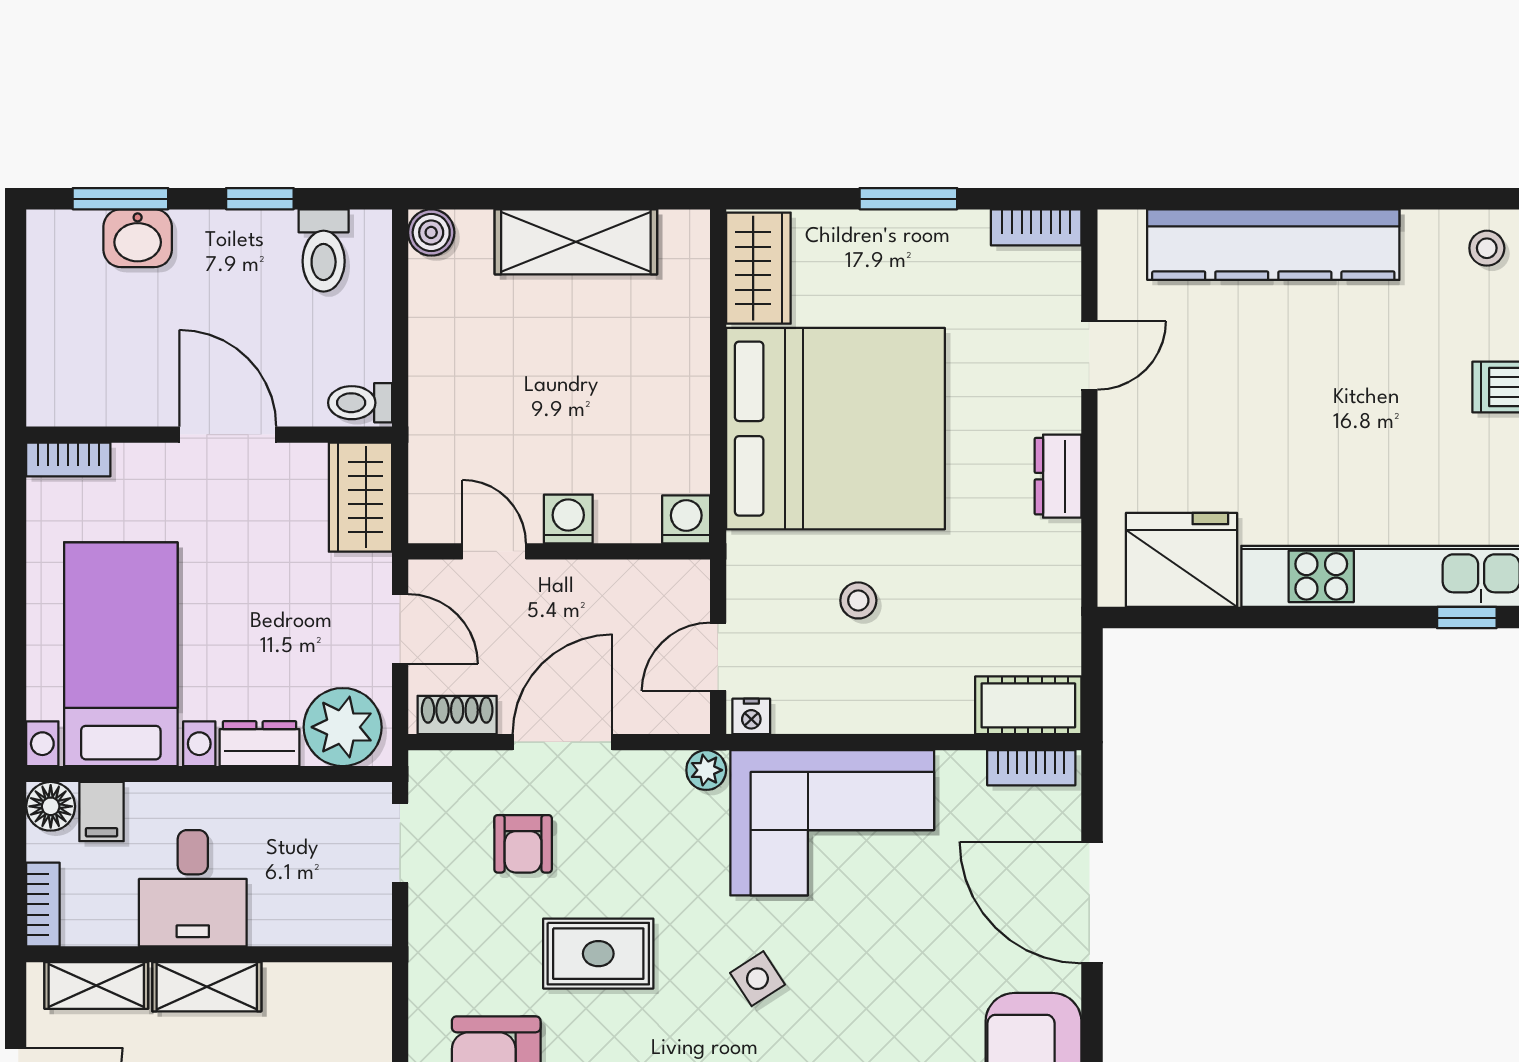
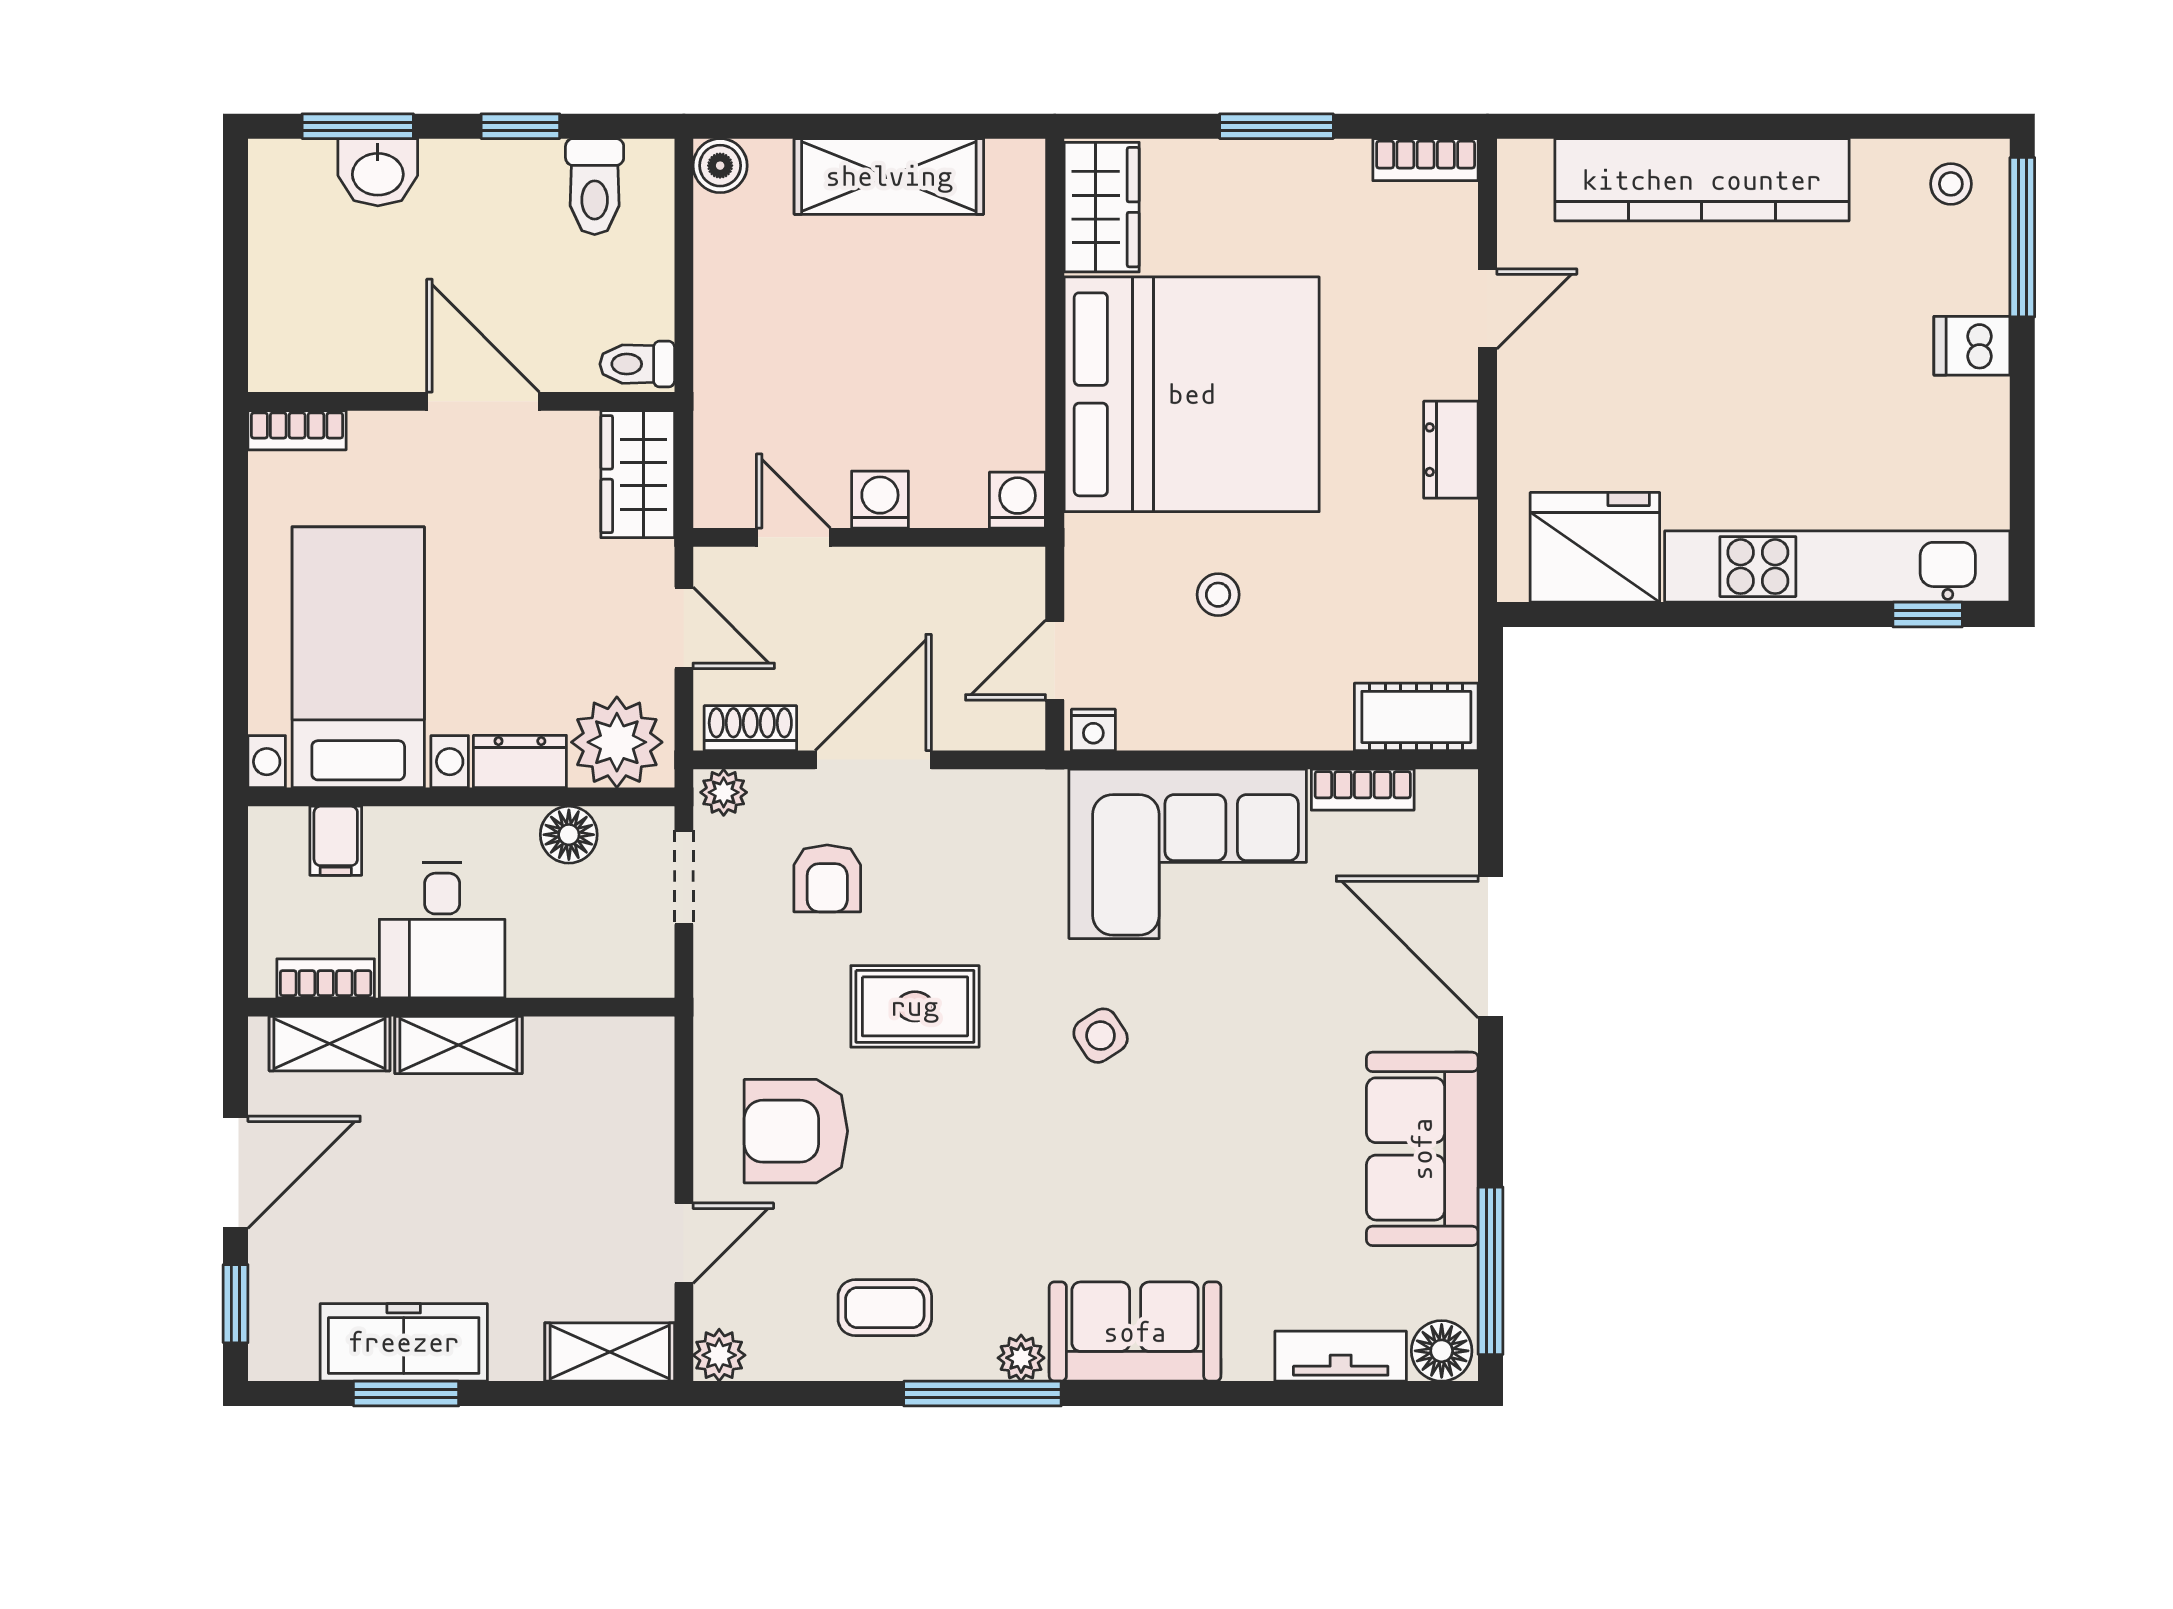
bookcase: (1031, 768) -> (1363, 790), moved
plant: (706, 770) -> (724, 792), moved
floor lamp: (51, 806) -> (569, 835), moved
bookcase: (43, 904) -> (326, 978), moved, turned -90

